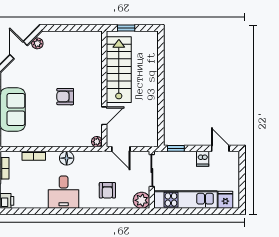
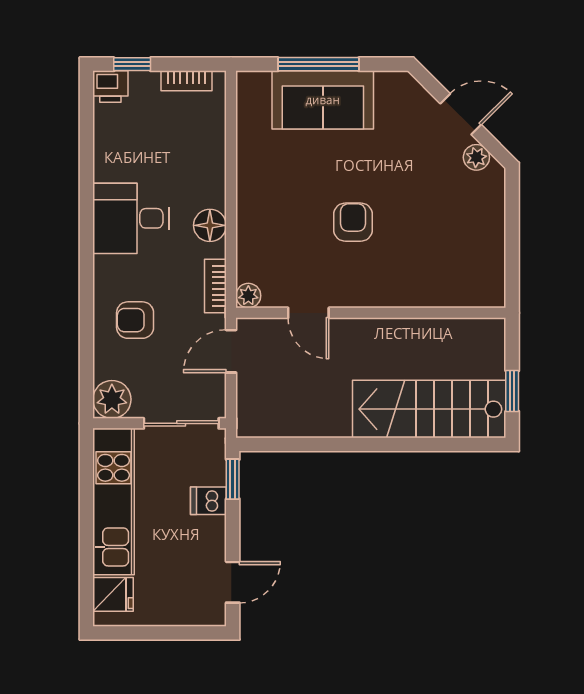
window: (126, 28) -> (512, 391), moved
stairs: (119, 70) -> (429, 409), moved, turned 180
bookcase: (34, 156) -> (215, 286), moved
dishwasher: (203, 159) -> (208, 501), moved

